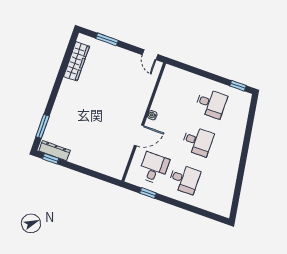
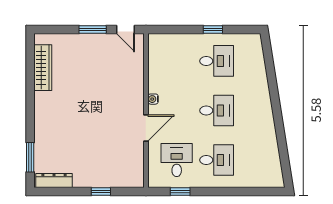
window: (107, 39) -> (93, 30), moved
window: (238, 86) -> (213, 30), moved
window: (51, 159) -> (101, 191), moved

